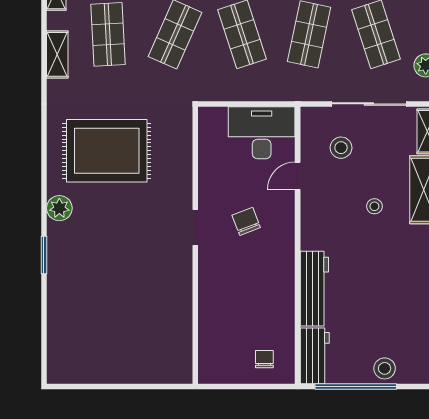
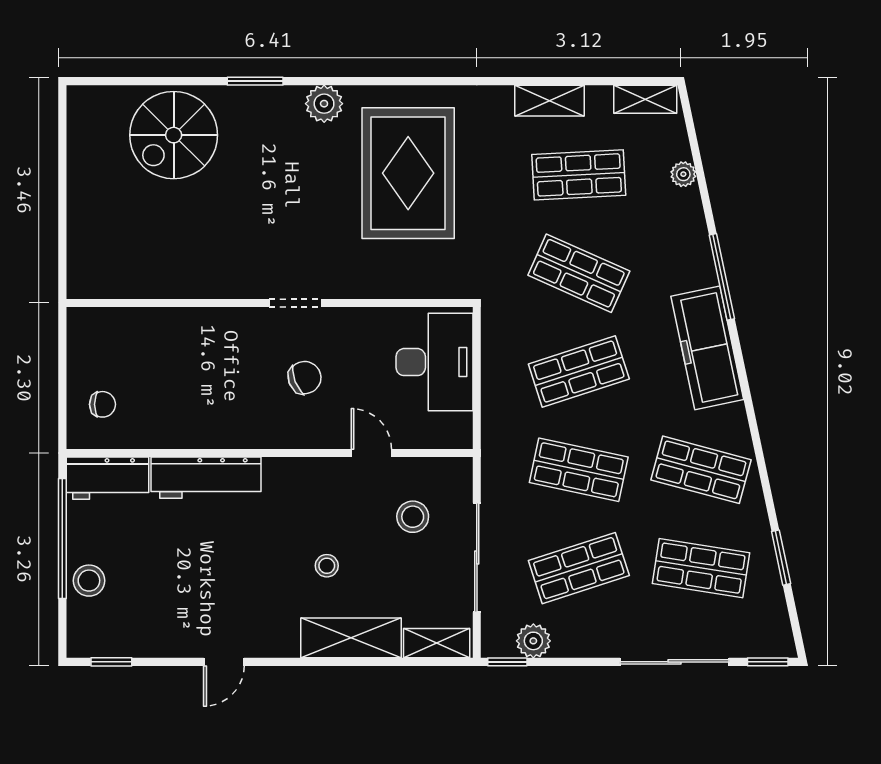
desk: (262, 133) -> (435, 362), moved
spiral stairs: (81, 311) -> (174, 135), added

